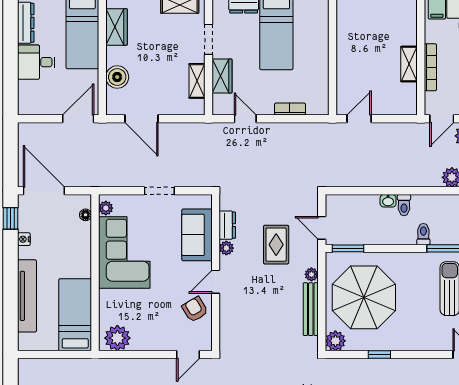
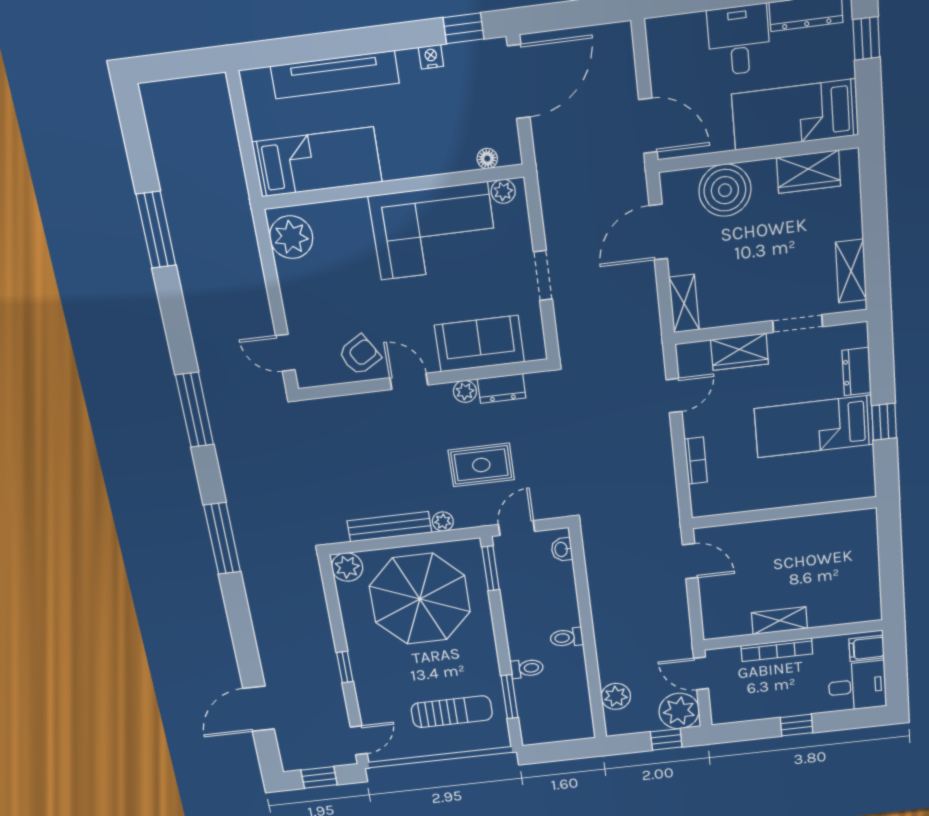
boiler: (117, 77) -> (725, 190), width x1.37, depth x1.37
shelving: (197, 81) -> (684, 304), moved, turned 90
washbasin: (388, 201) -> (562, 549), moved
window: (379, 355) -> (345, 667), moved

